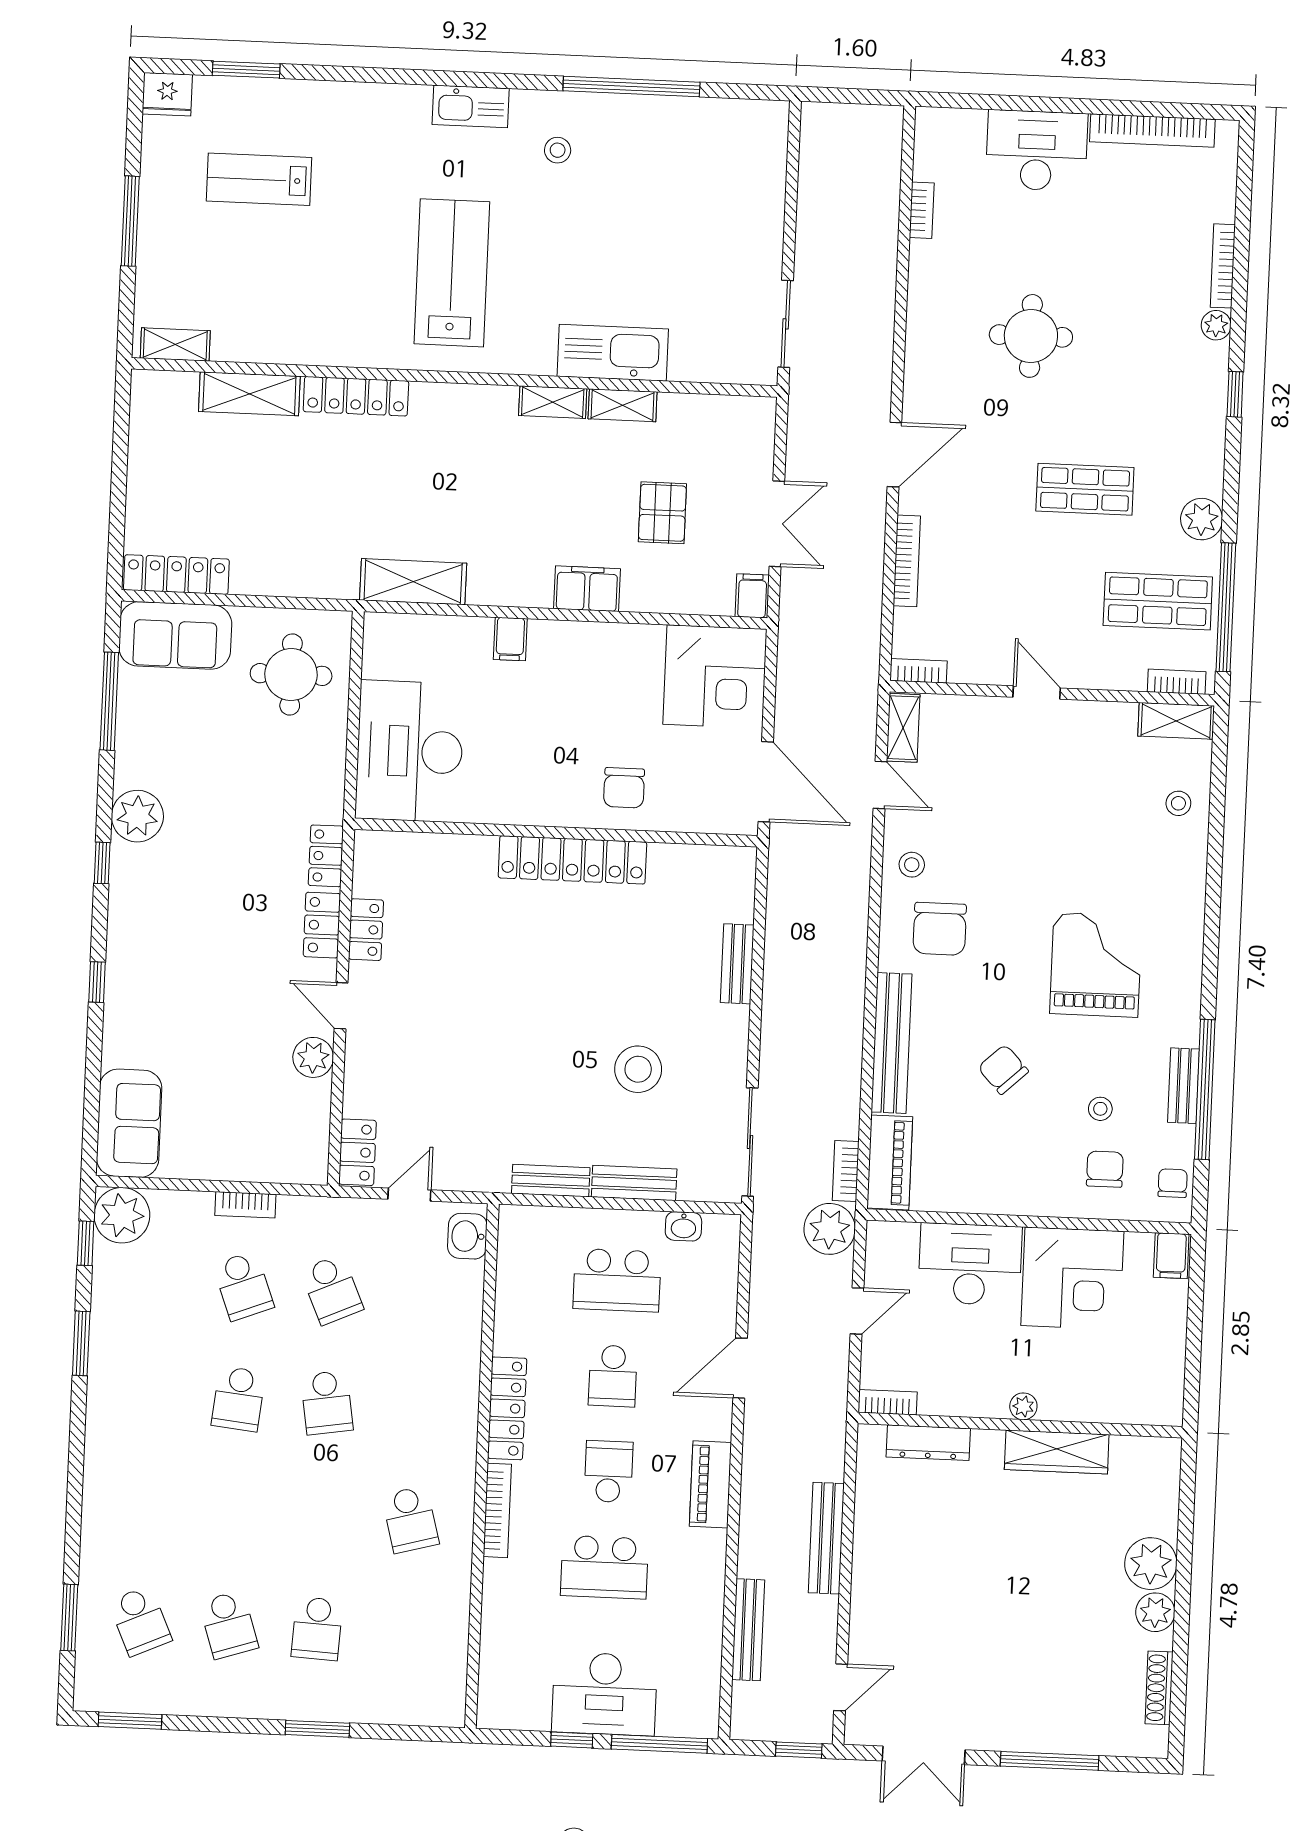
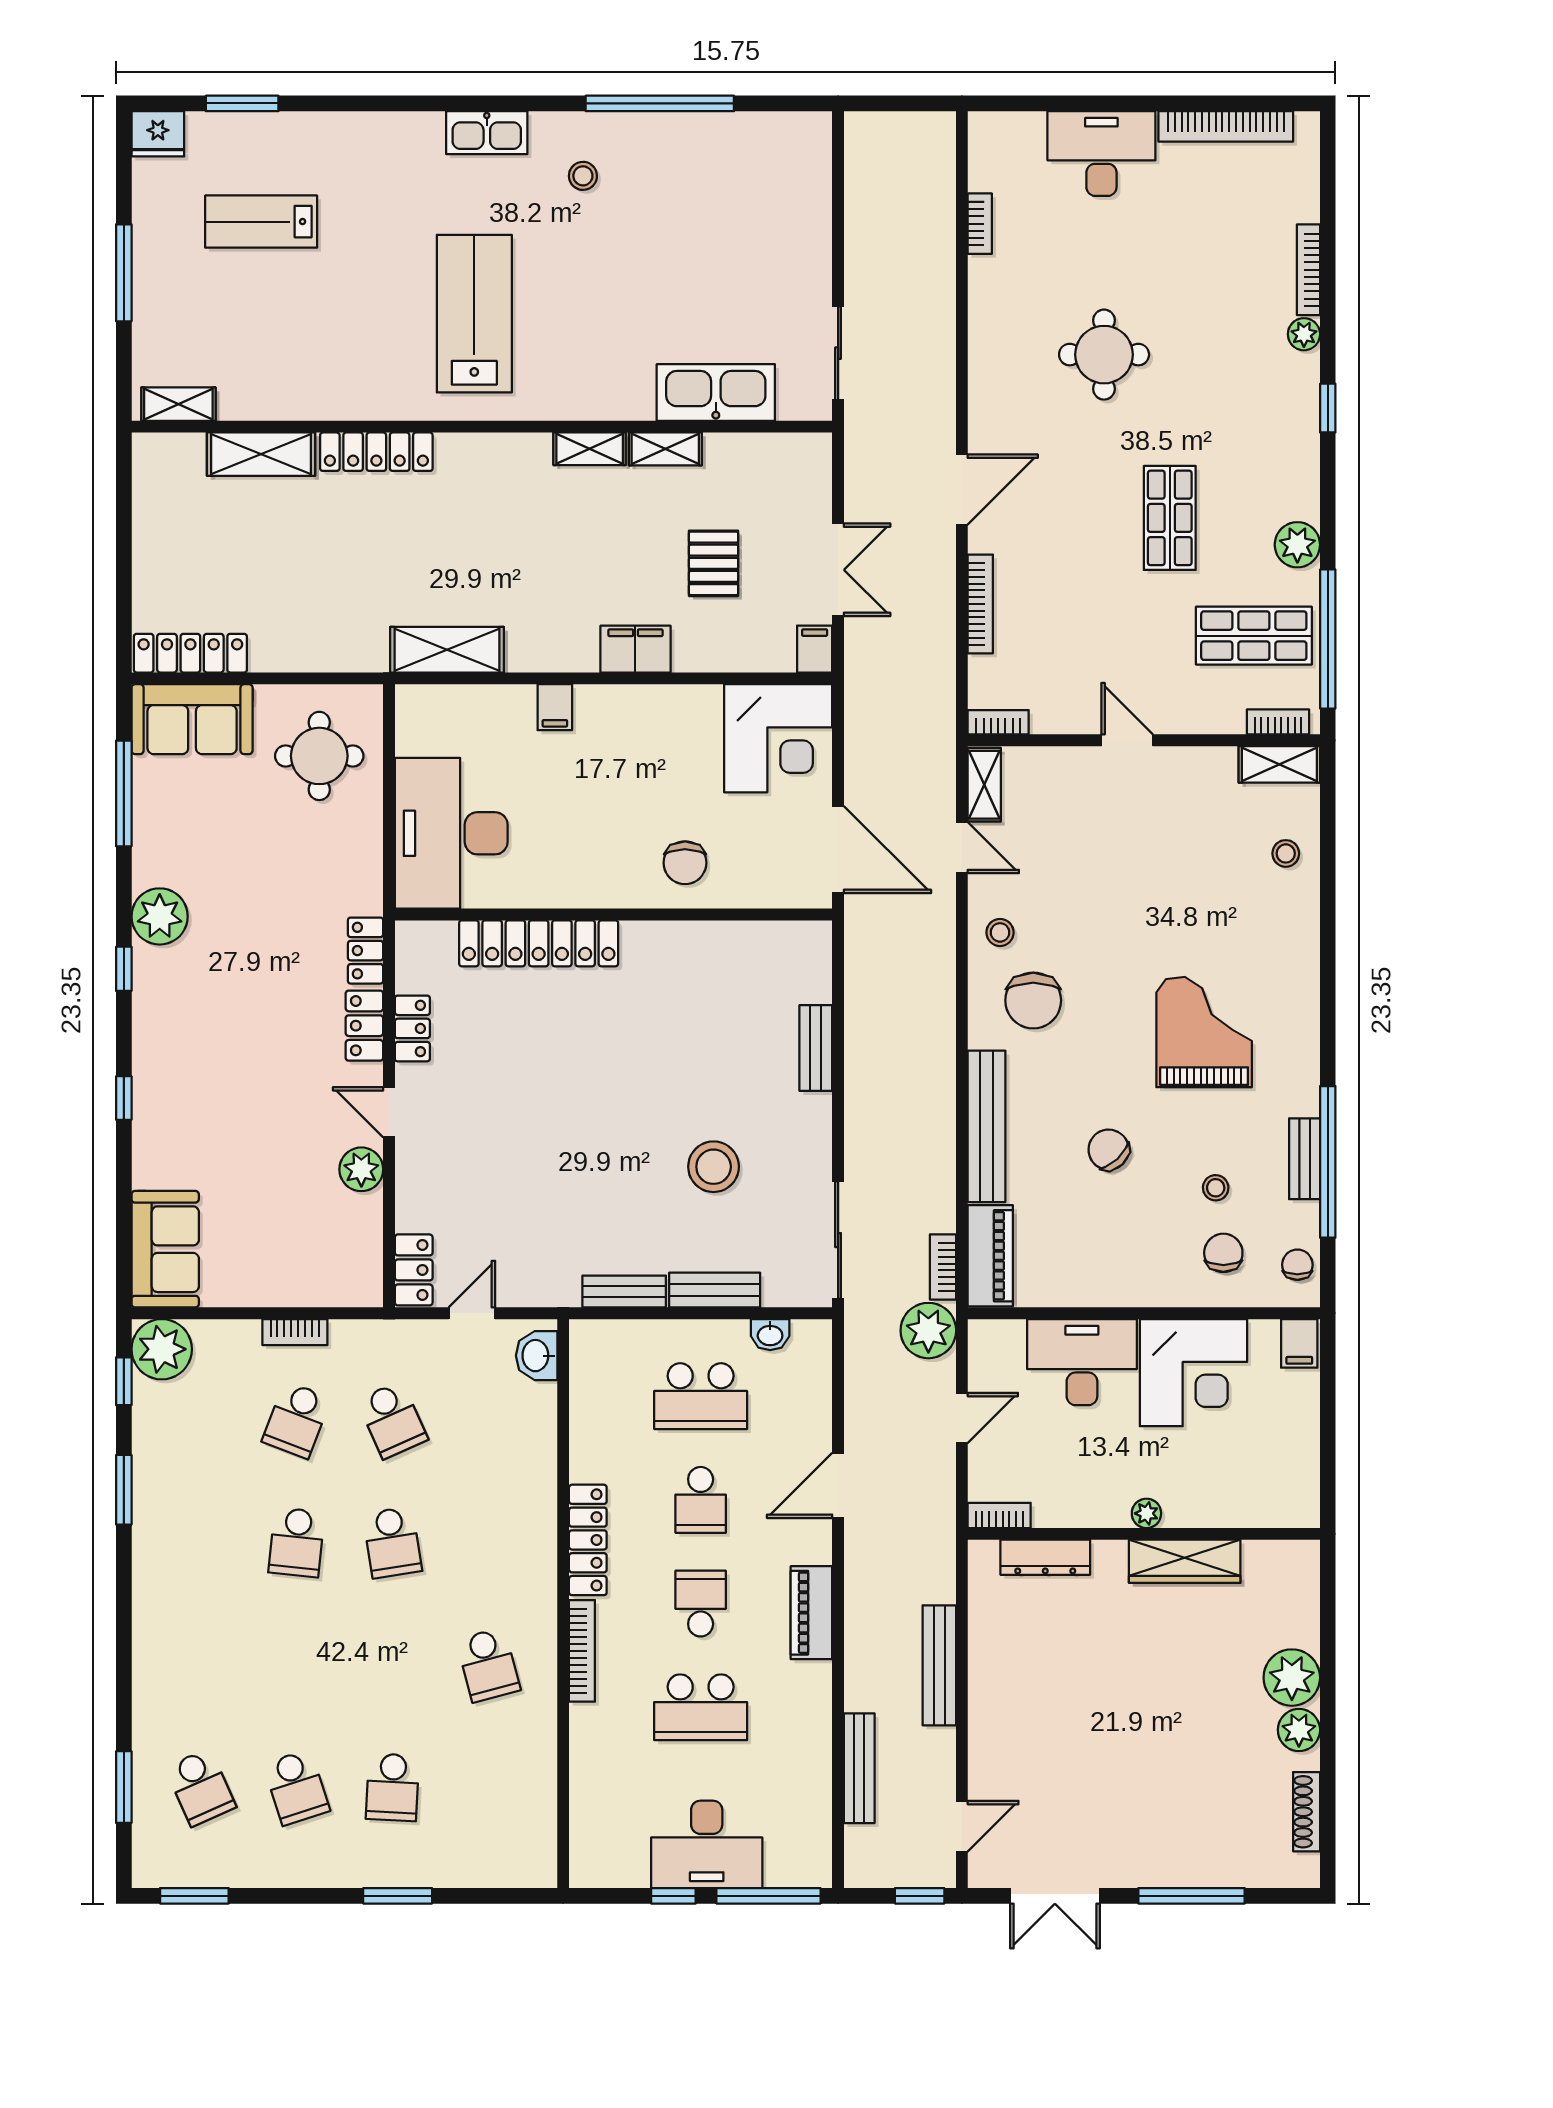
kitchen sink: (613, 353) -> (716, 393), moved
shop shelf: (1085, 489) -> (1170, 518), turned 90
locker: (572, 860) -> (539, 943), moved
school desk: (243, 1286) -> (296, 1420), turned 42

